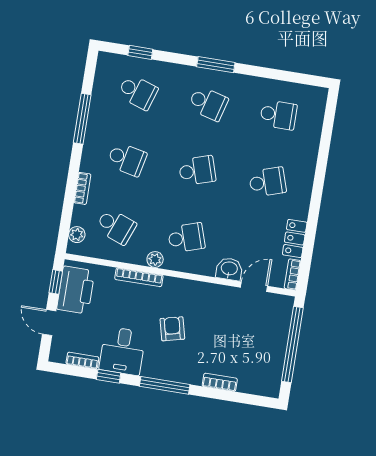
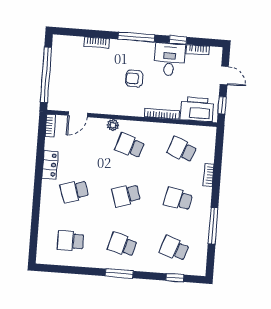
plant: (77, 235) -> (210, 141), removed
school desk: (186, 238) -> (130, 146), turned 36
locker: (295, 238) -> (50, 165), moved
plant: (155, 259) -> (113, 125), moved
washbasin: (229, 269) -> (97, 126), removed
printer: (76, 290) -> (197, 109), moved, turned 90
armchair: (172, 329) -> (134, 79), turned 105

